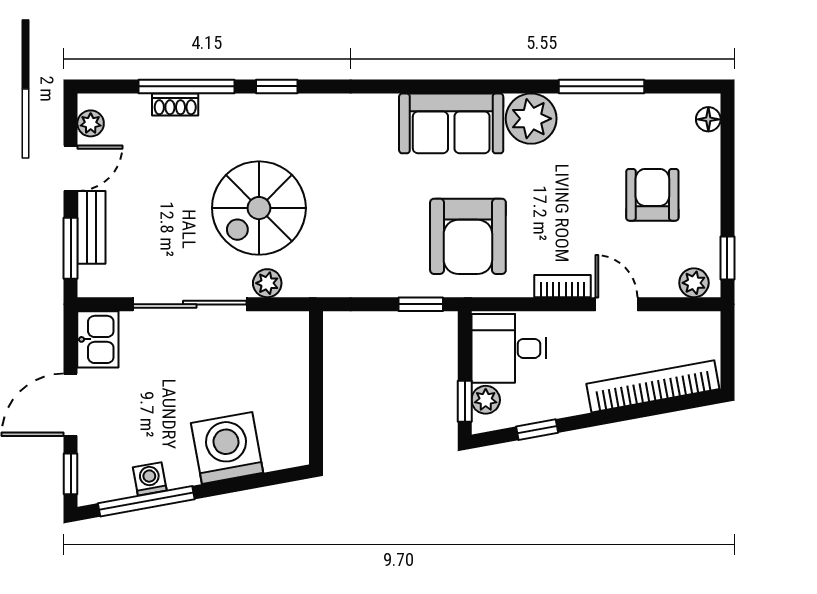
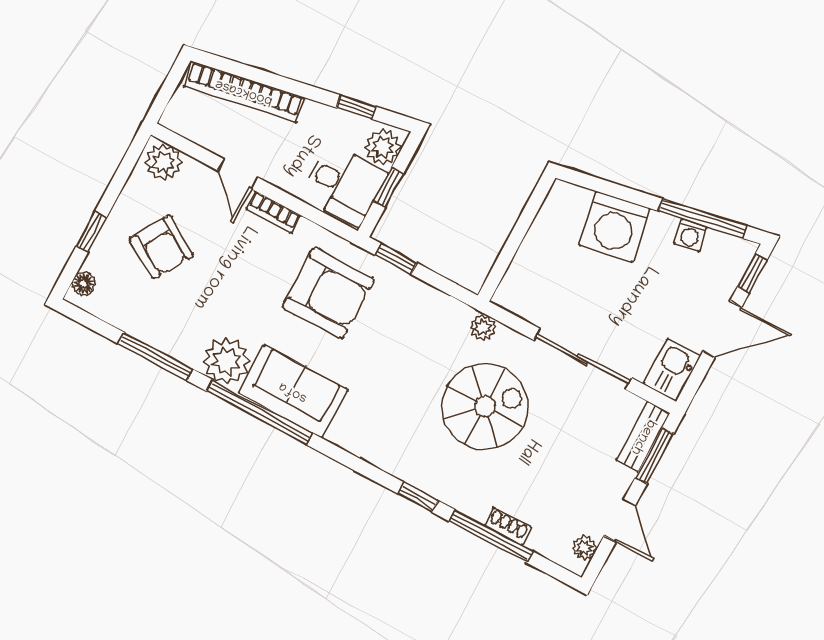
window: (473, 86) -> (260, 412), added
door: (71, 168) -> (620, 520), swing flipped
armchair: (652, 195) -> (161, 247), turned -59
bench: (91, 227) -> (643, 437), moved
armchair: (468, 236) -> (328, 293), turned 90
window: (727, 258) -> (91, 232), moved
plant: (267, 283) -> (483, 327), moved
plant: (694, 283) -> (164, 162), width x1.38, depth x1.38
plant: (486, 400) -> (383, 147), width x1.38, depth x1.38
window: (465, 401) -> (388, 188), moved

